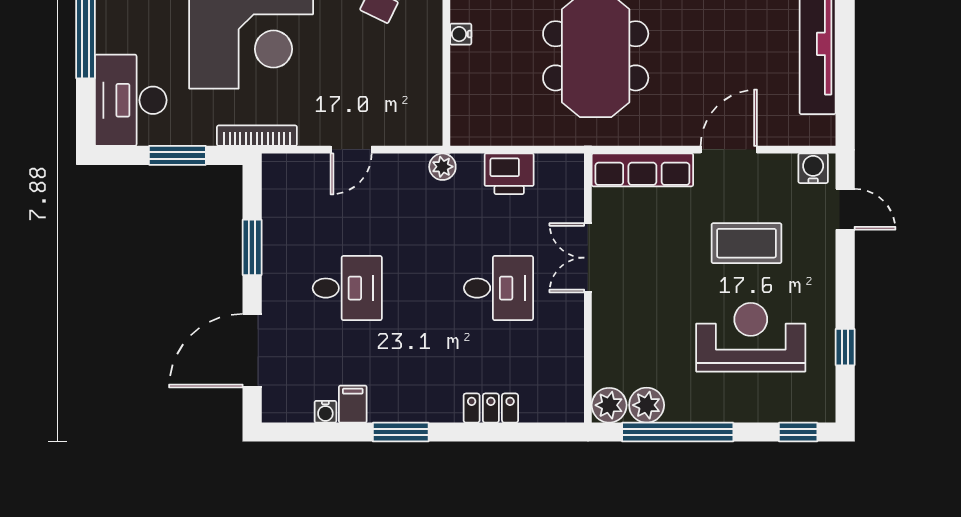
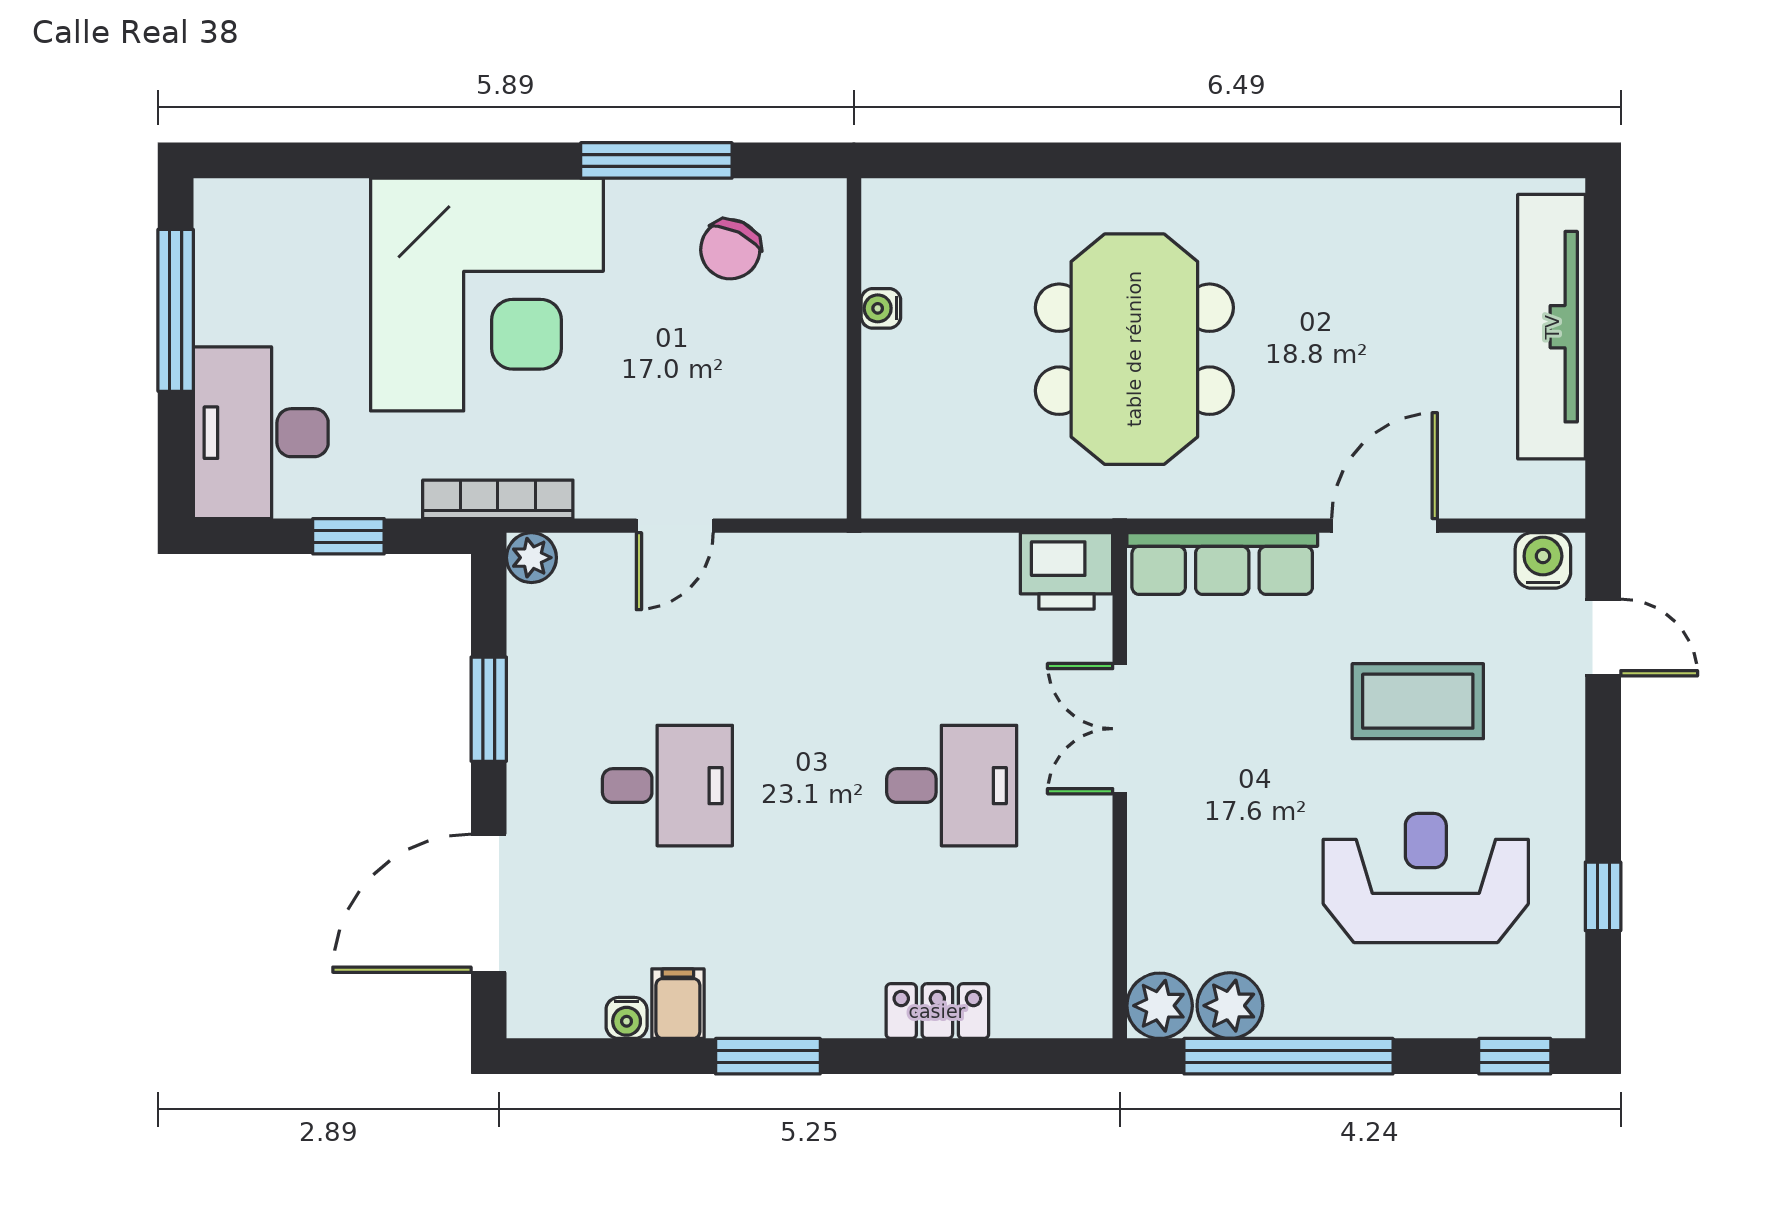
window: (177, 155) -> (348, 536), width x0.67
plant: (442, 167) -> (531, 558), moved
printer: (509, 174) -> (1066, 571), moved

